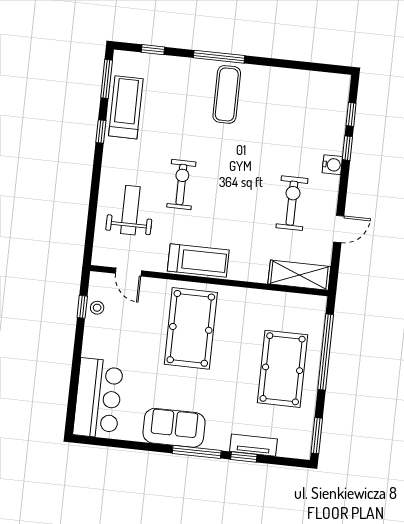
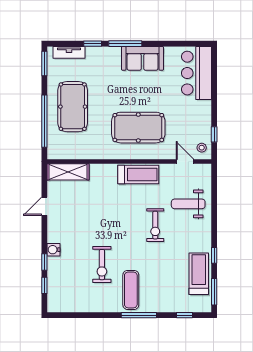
treadmill: (126, 107) -> (199, 274), turned 180
exercise bike: (292, 203) -> (102, 265), moved
weight bench: (130, 210) -> (188, 204), turned 90
treadmill: (198, 260) -> (138, 174), turned 180
stool: (97, 308) -> (202, 148), moved
pool table: (191, 328) -> (138, 128), turned 90
tv unit: (253, 445) -> (69, 52), moved

